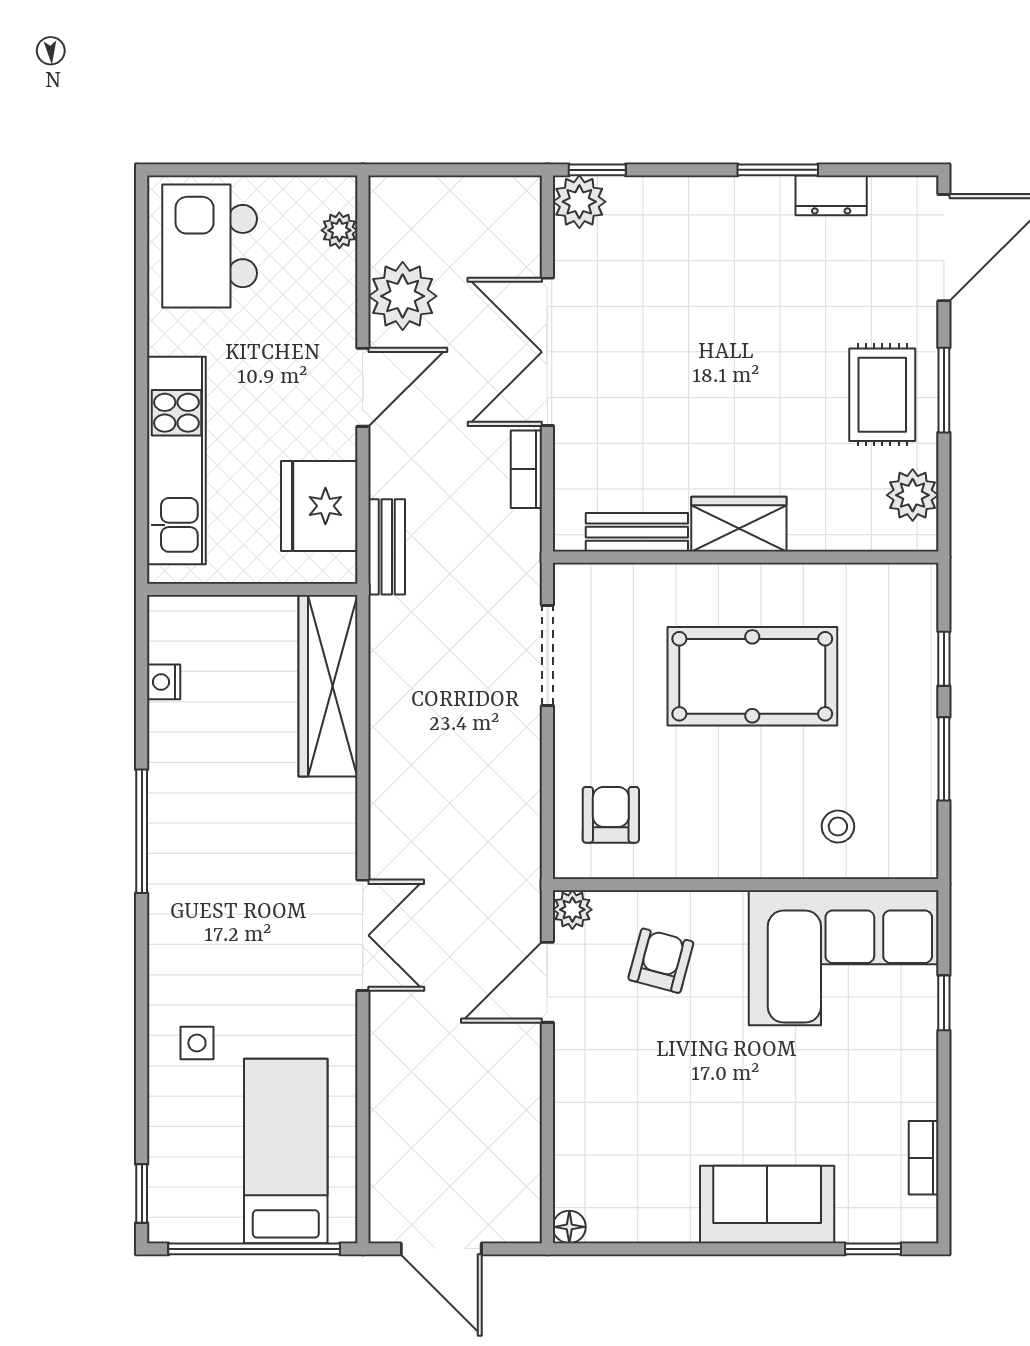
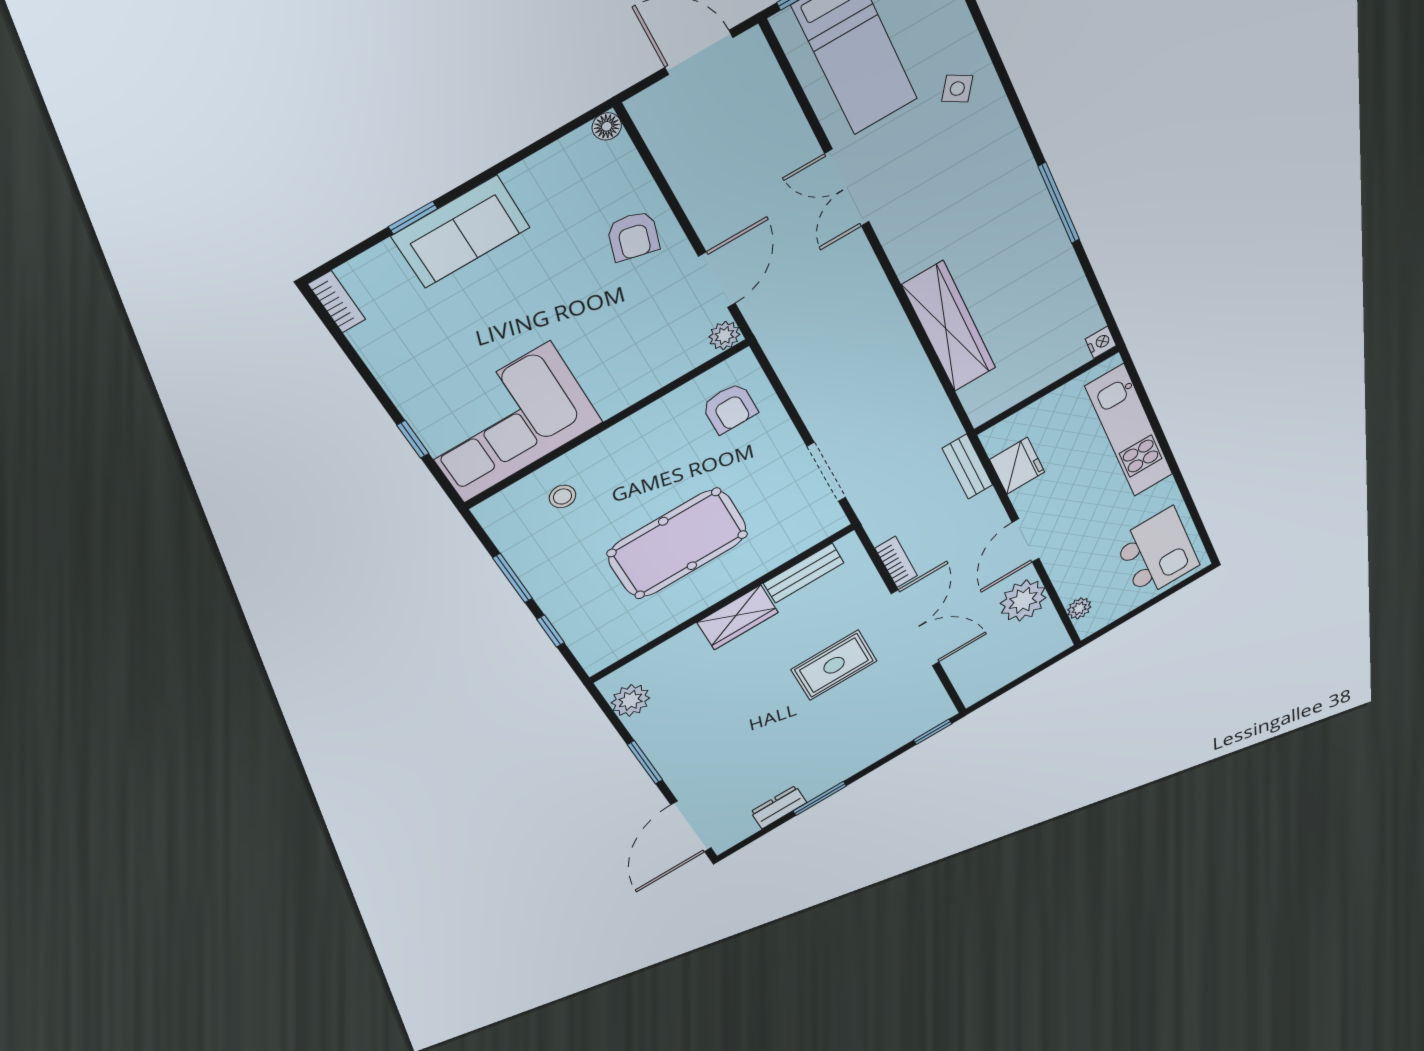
plant: (579, 202) -> (936, 711), removed
rug: (882, 395) -> (834, 665), moved, turned 90
fridge: (319, 506) -> (1017, 466), width x0.73, depth x0.75
nightstand: (164, 682) -> (1101, 342), moved
wardrobe: (328, 686) -> (949, 327), moved
double door: (363, 935) -> (847, 188), moved
armchair: (661, 961) -> (633, 236), moved
side table: (197, 1043) -> (957, 89), turned 34
bookcase: (924, 1158) -> (337, 302), moved
window: (873, 1249) -> (413, 218), moved

